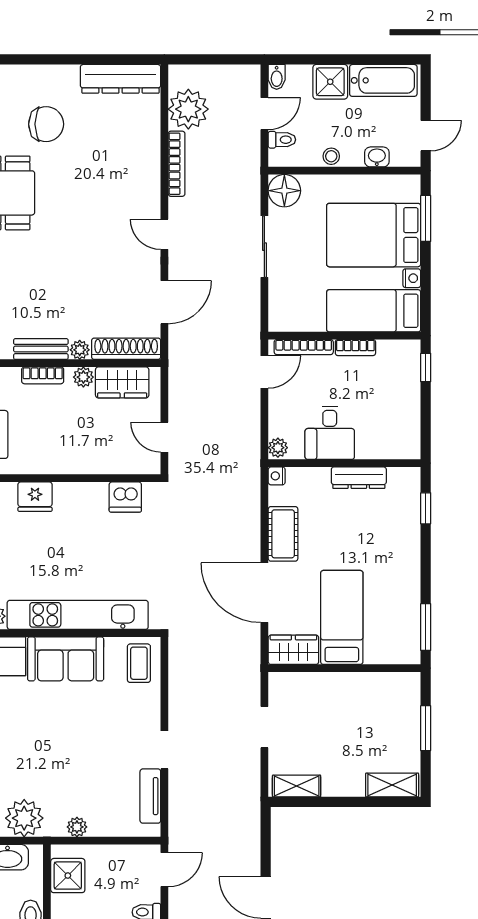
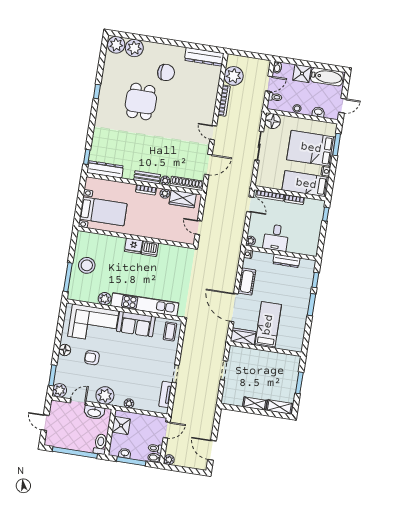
door: (264, 372) -> (250, 204), hinge flipped
dishwasher: (125, 497) -> (150, 249), moved
window: (426, 627) -> (312, 305), moved
shelving: (297, 786) -> (255, 404), moved

